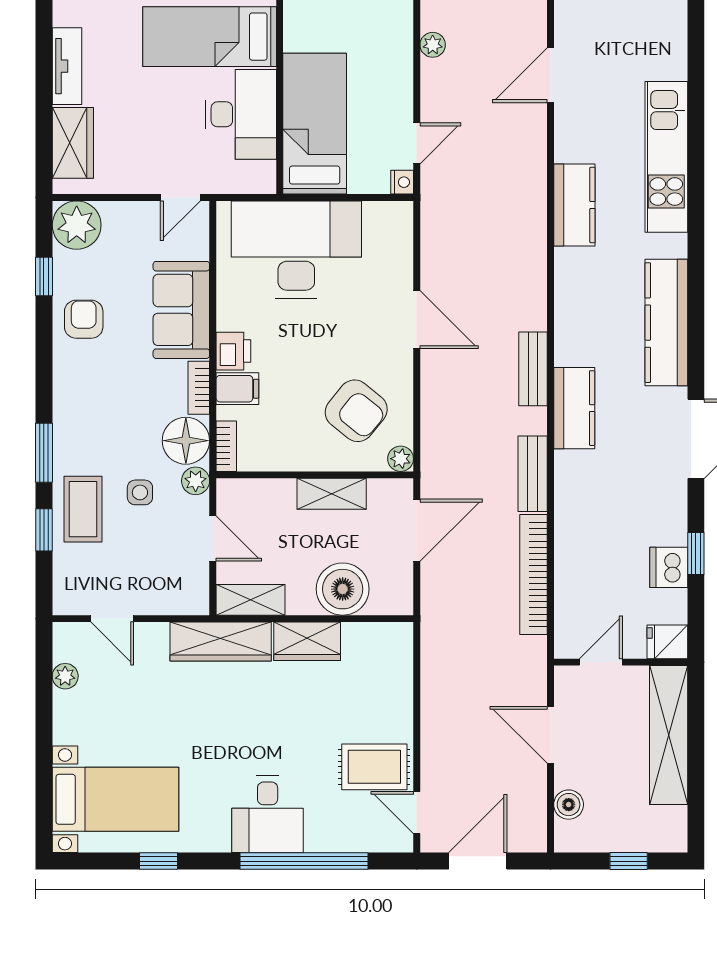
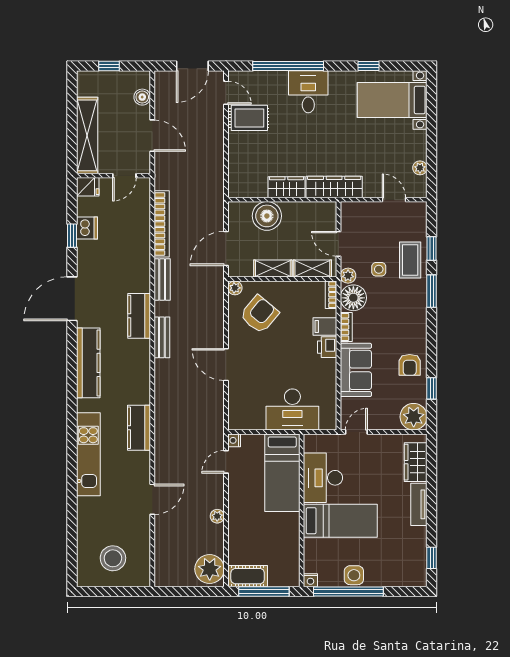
desk: (296, 249) -> (292, 409), width x0.73, depth x0.77
armchair: (356, 411) -> (259, 314), turned 91
shelving: (251, 600) -> (312, 269), moved

